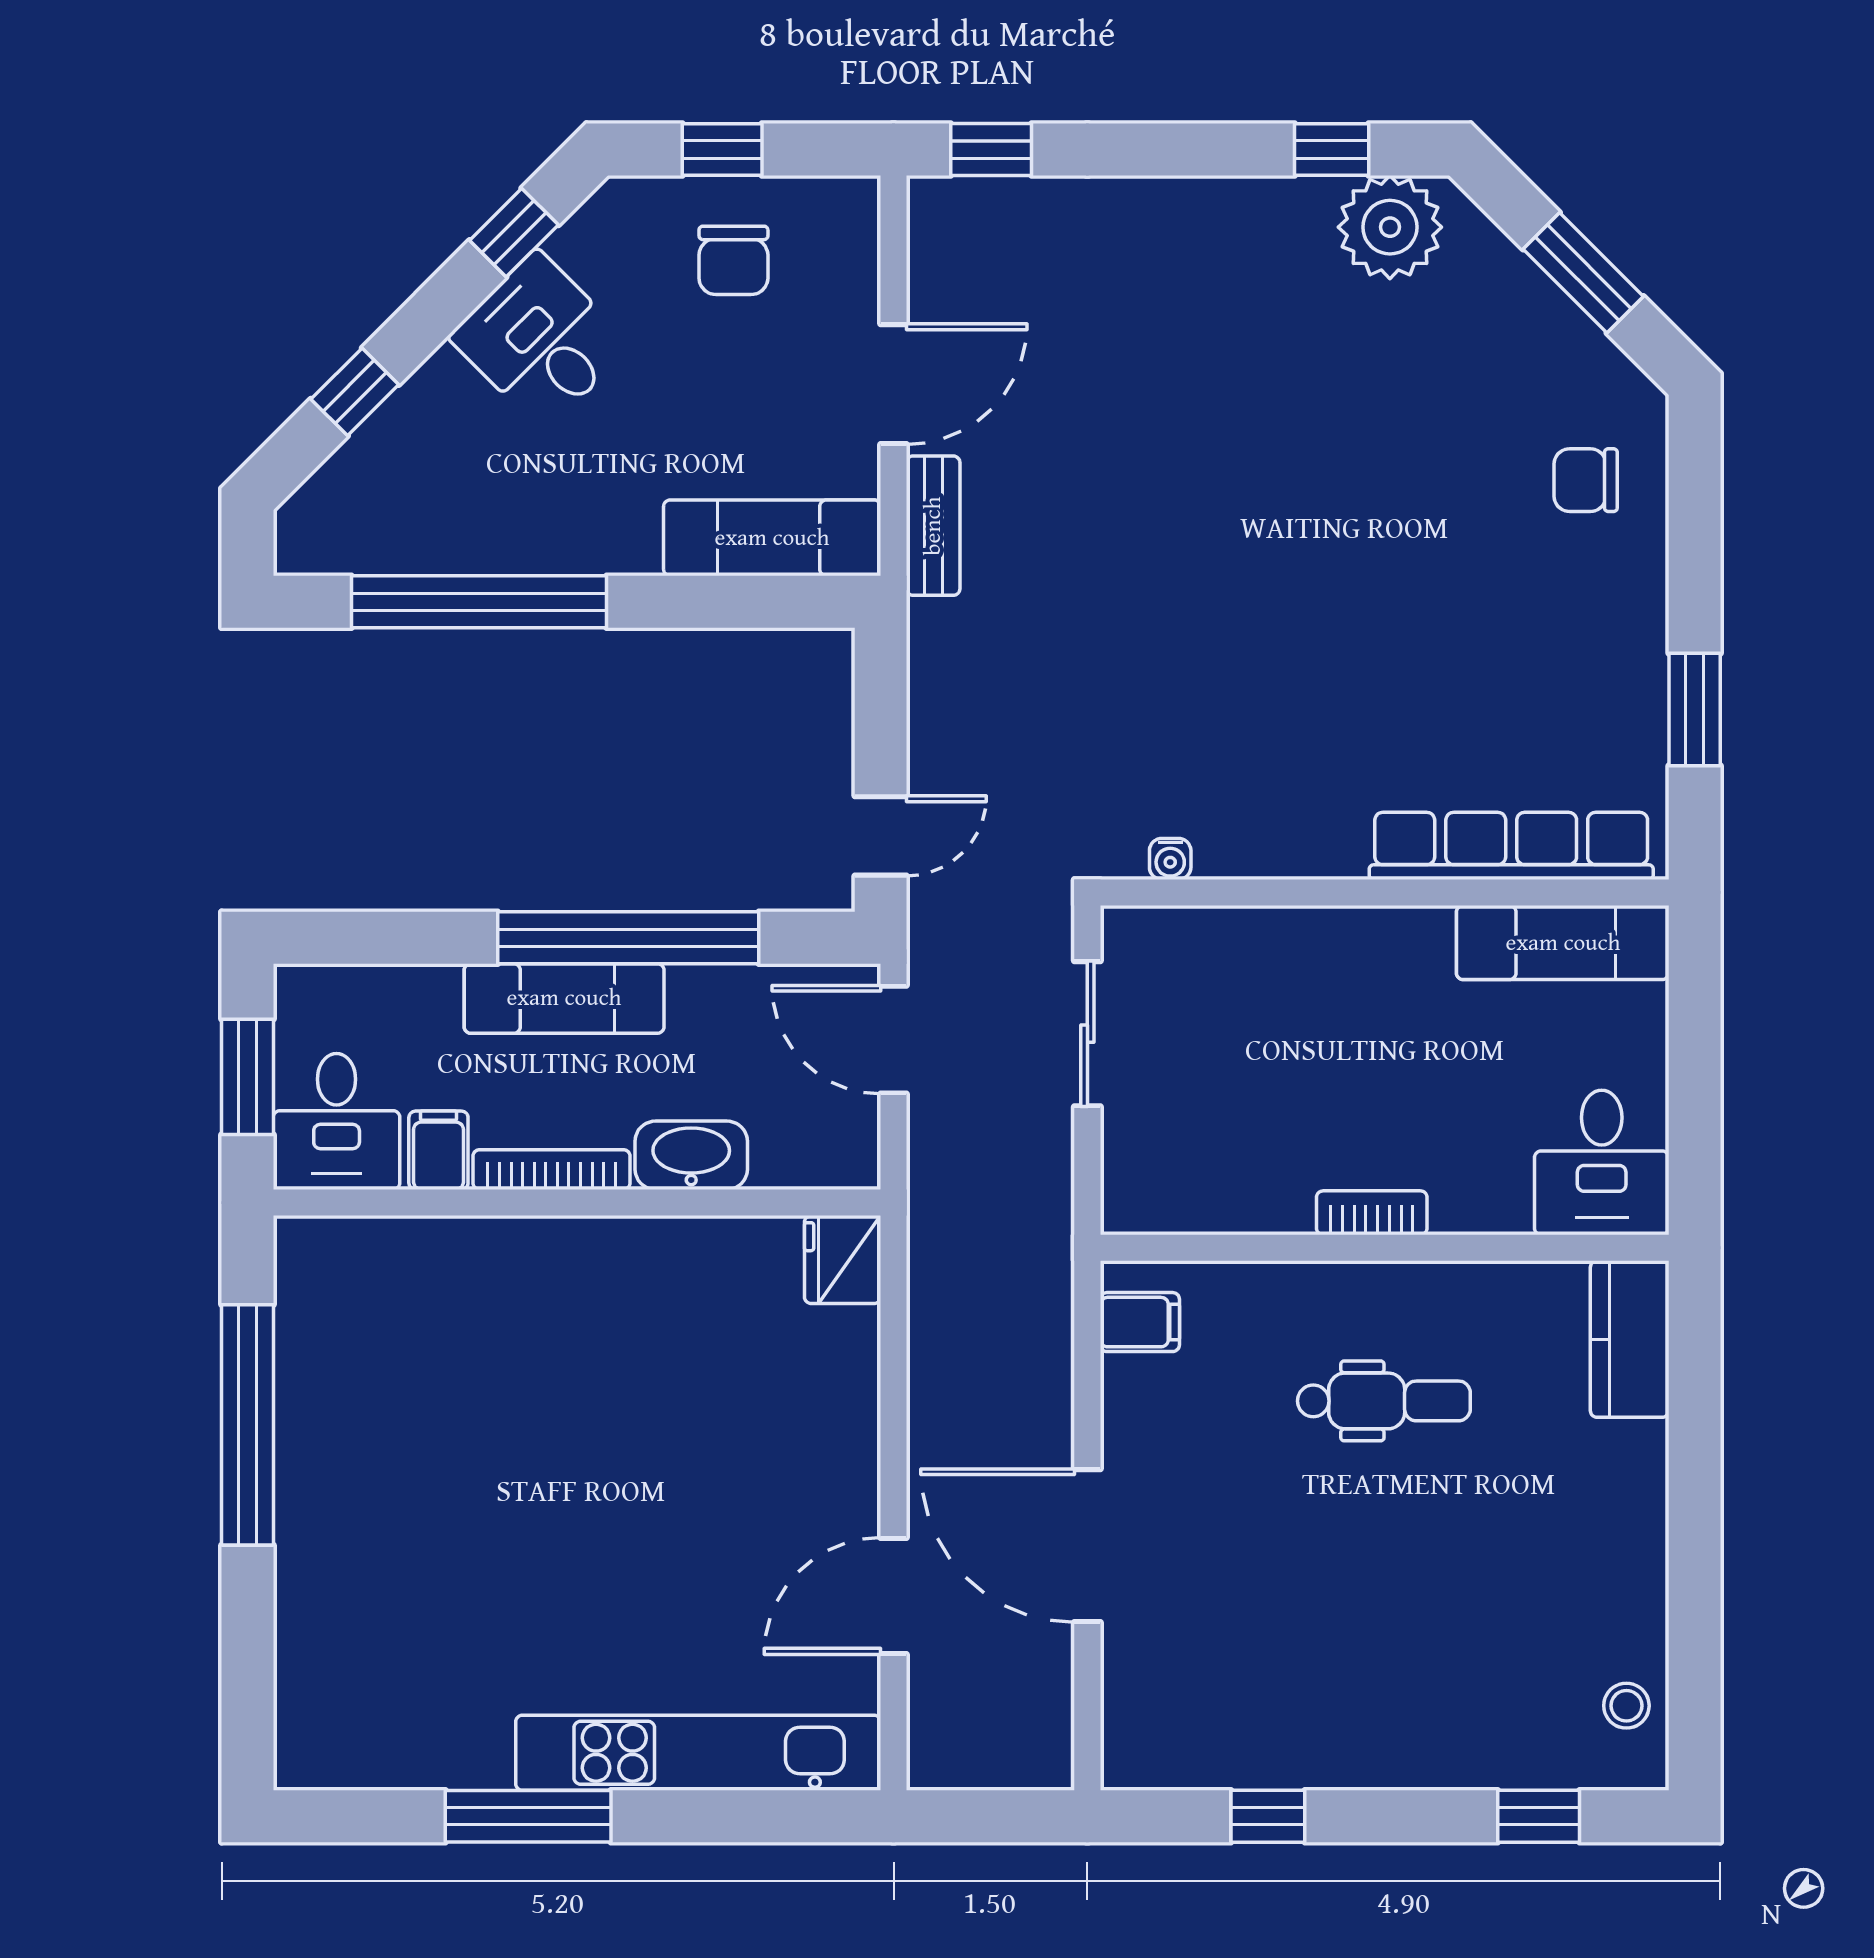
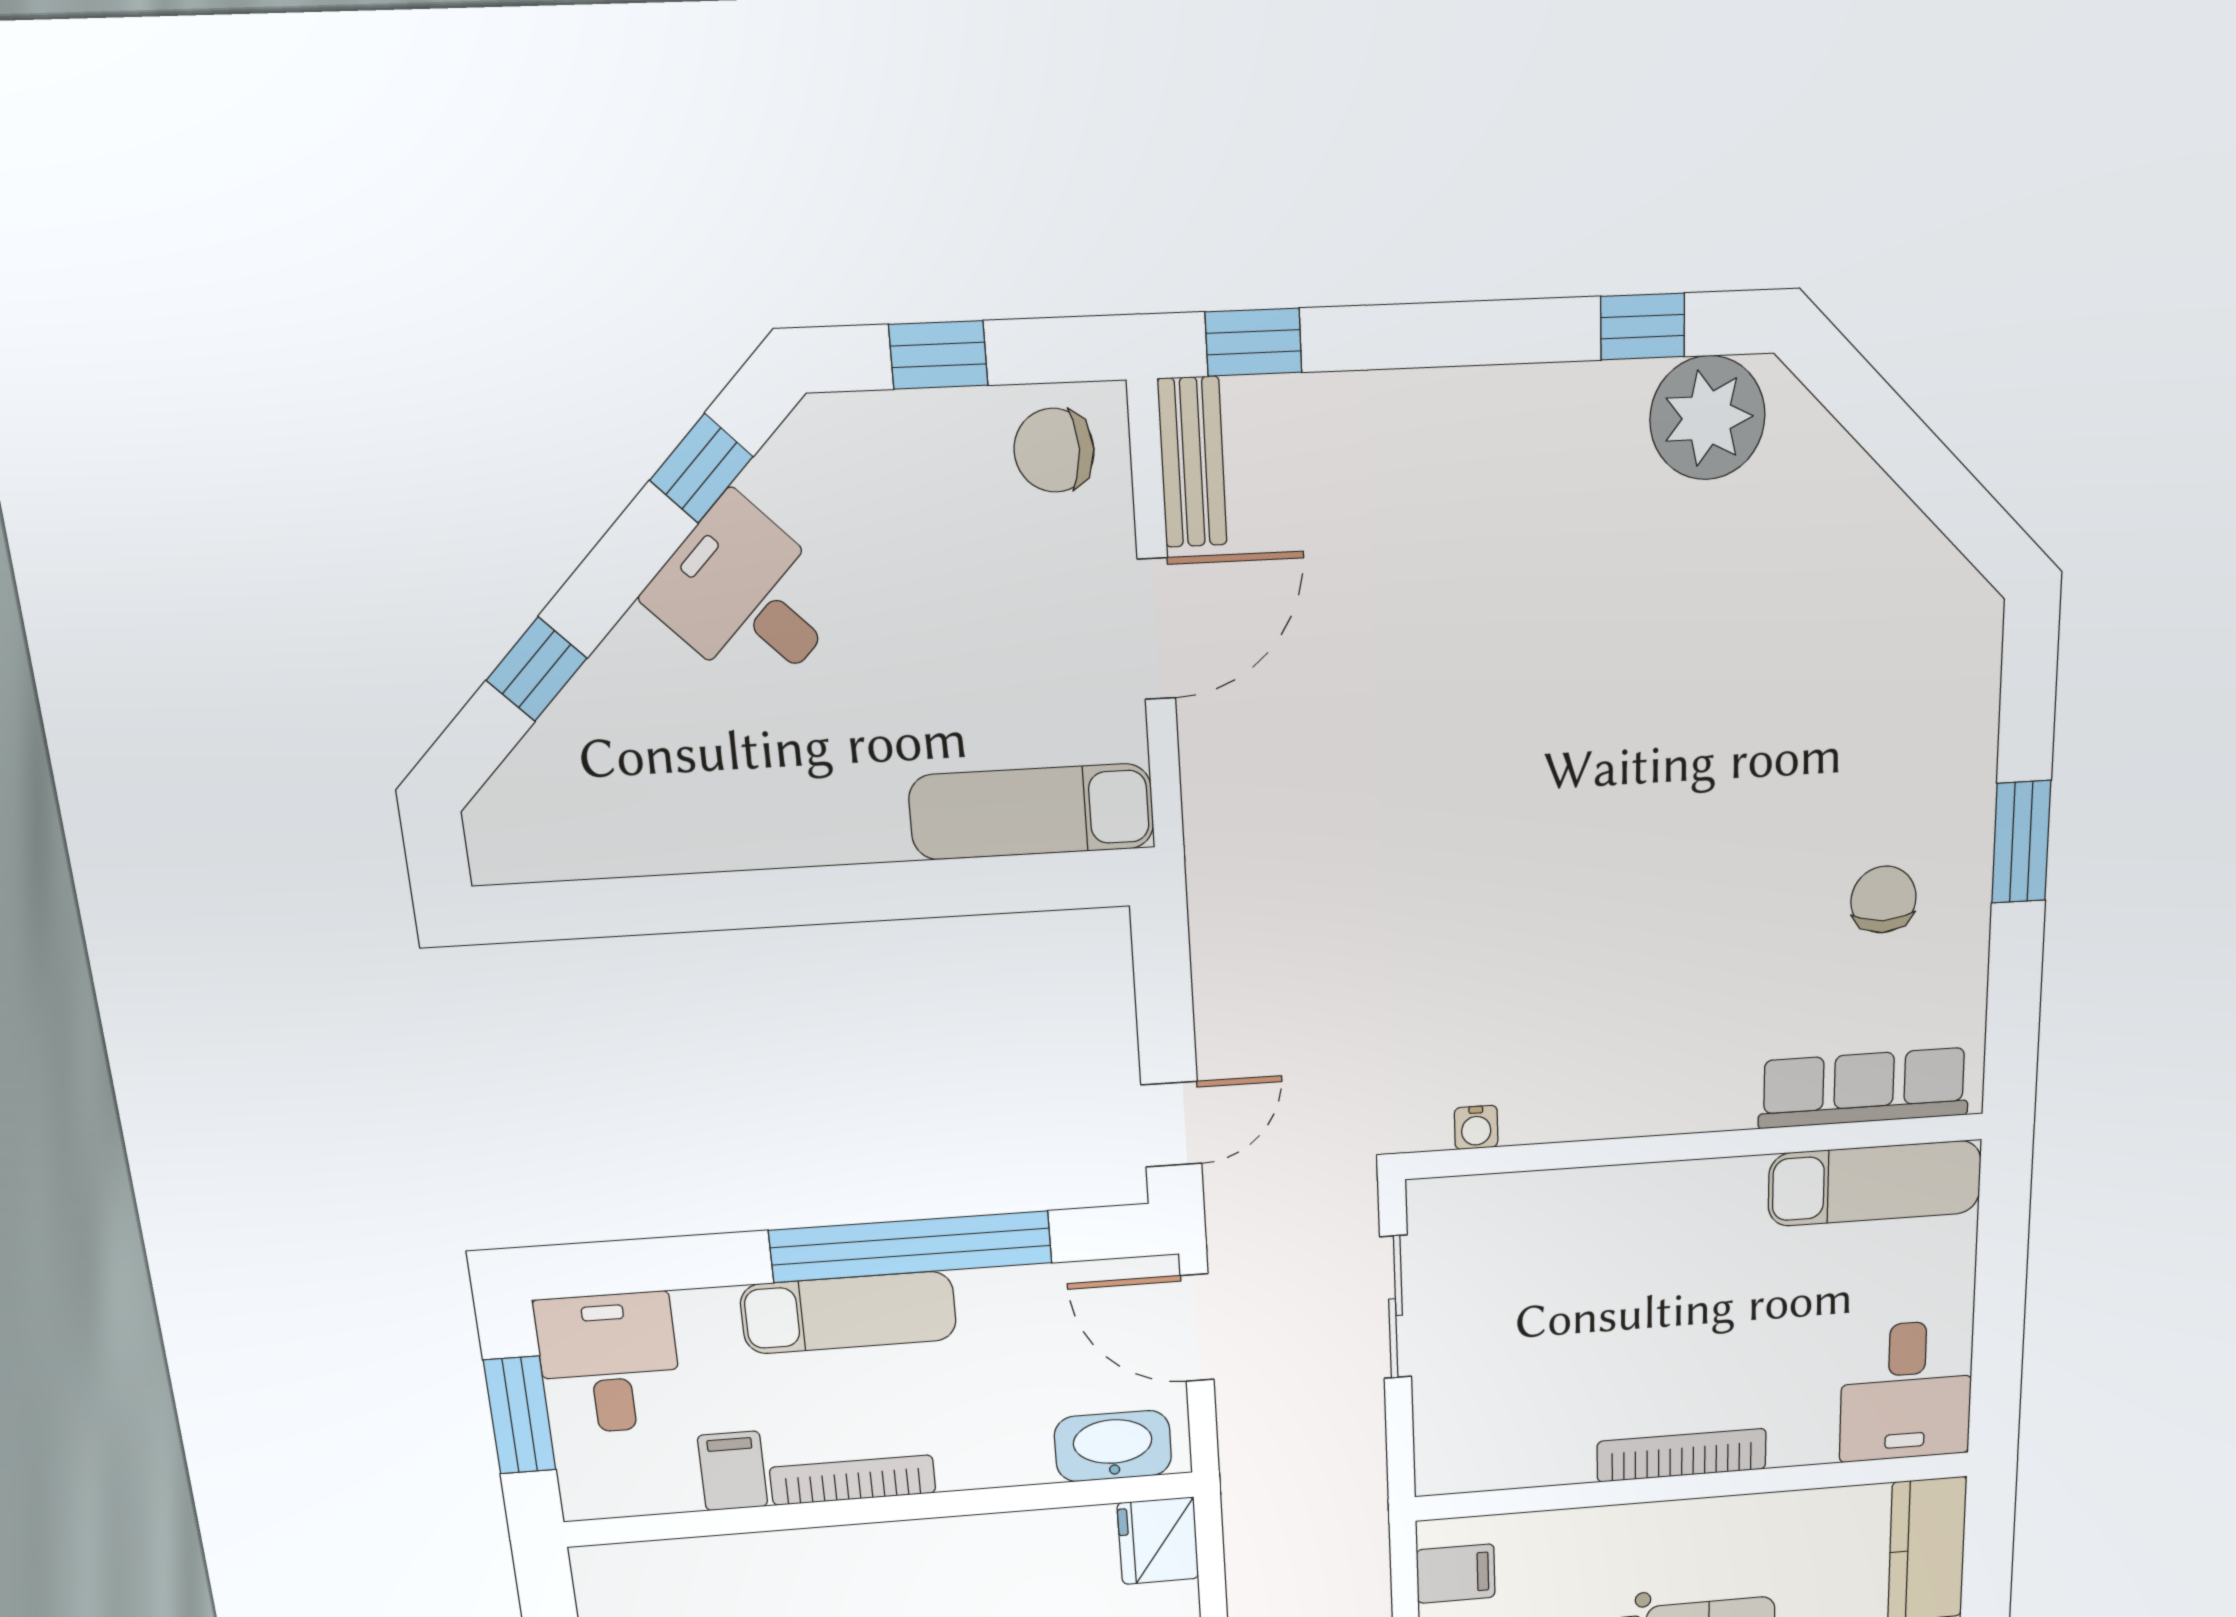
chair: (733, 260) -> (1054, 450), moved, turned 90
window: (1583, 273) -> (1919, 462), removed
chair: (1586, 480) -> (1884, 900), moved, turned 90
bench: (933, 526) -> (1192, 462), moved
window: (479, 602) -> (710, 902), removed
window: (1695, 709) -> (2021, 842), moved
row of seats: (1511, 846) -> (1864, 1088), width x0.73
desk: (337, 1121) -> (609, 1363), moved, turned 180
washbasin: (691, 1155) -> (1113, 1446), moved
bookcase: (1372, 1213) -> (1682, 1455), width x1.56

